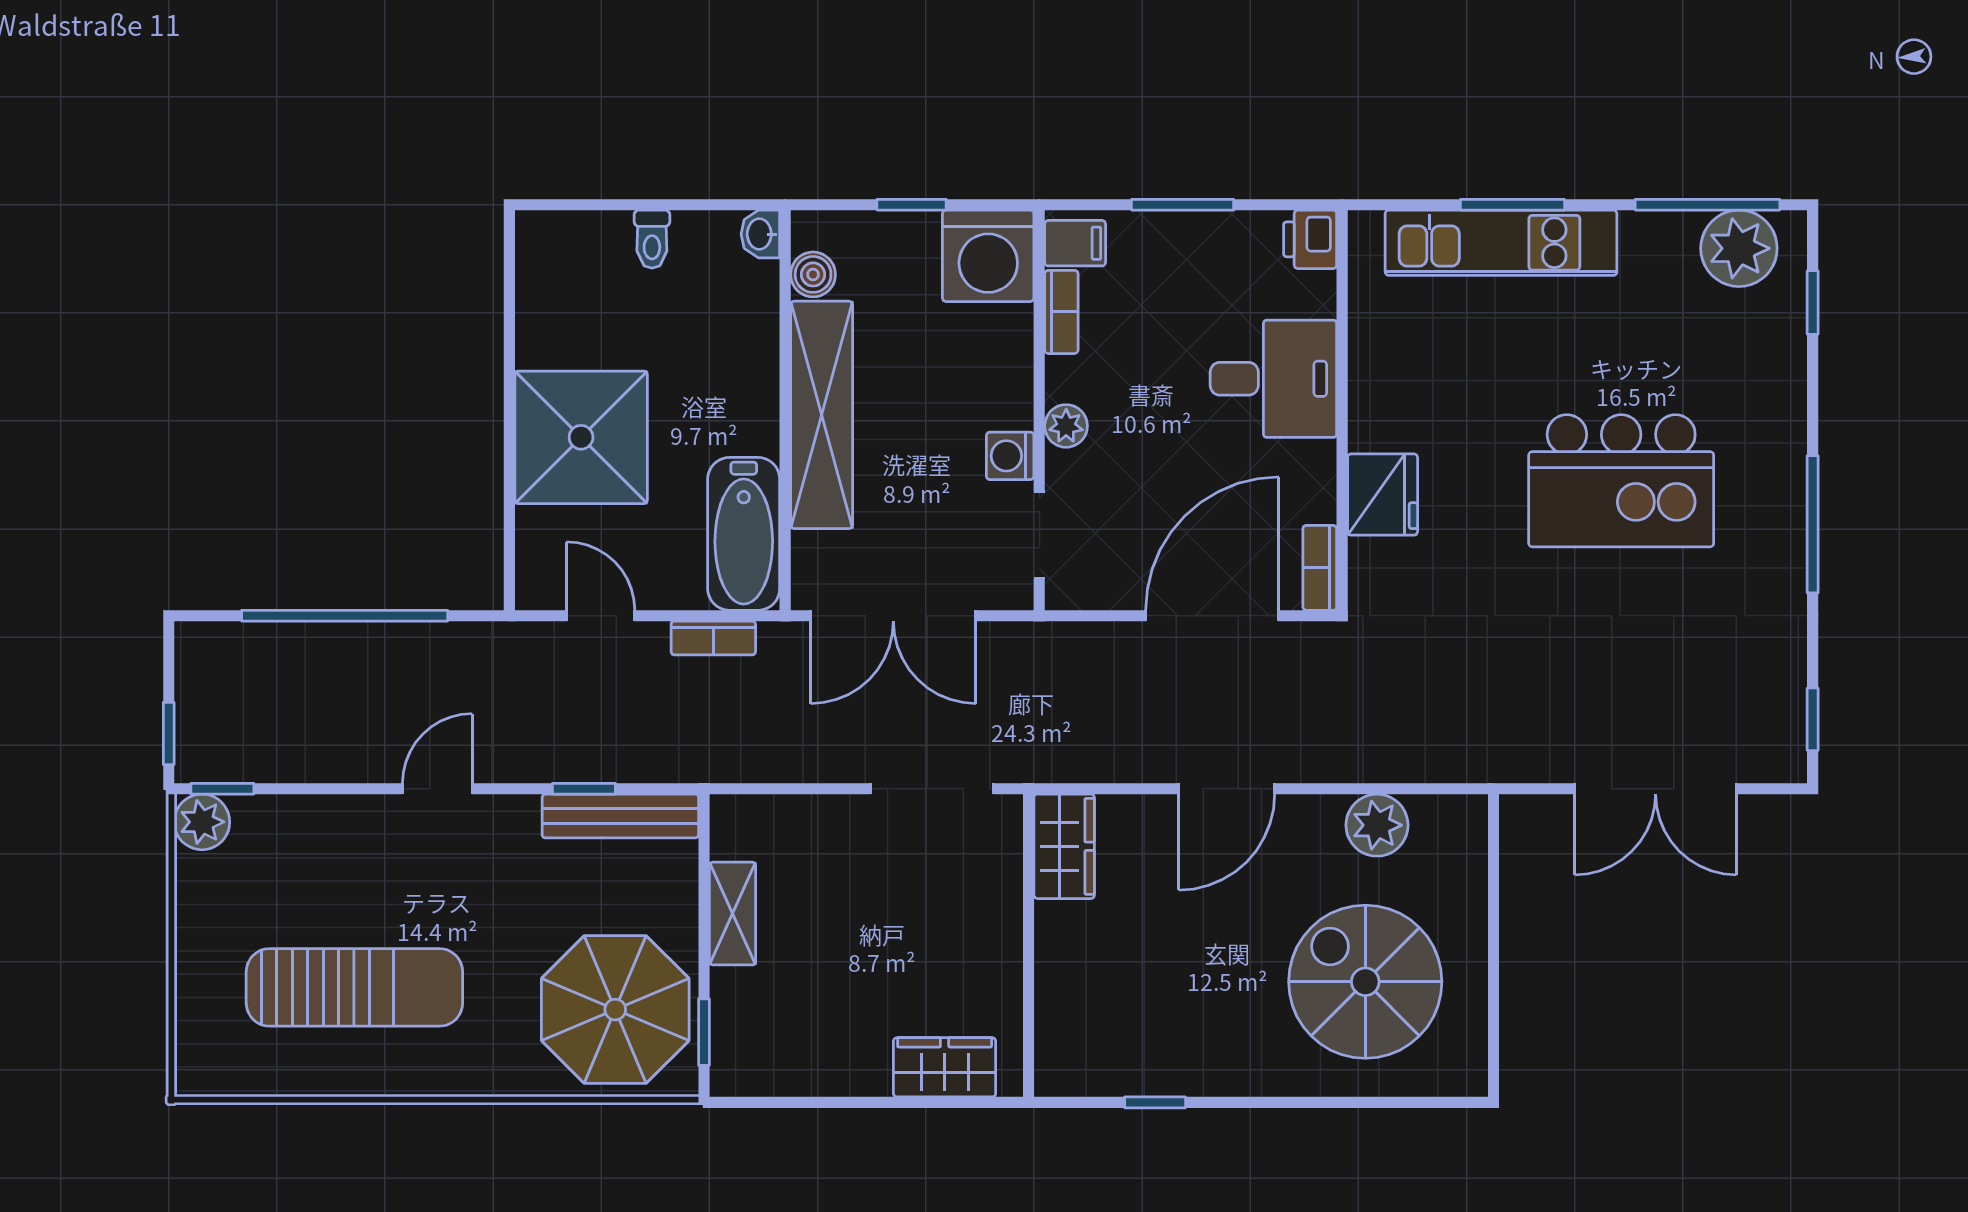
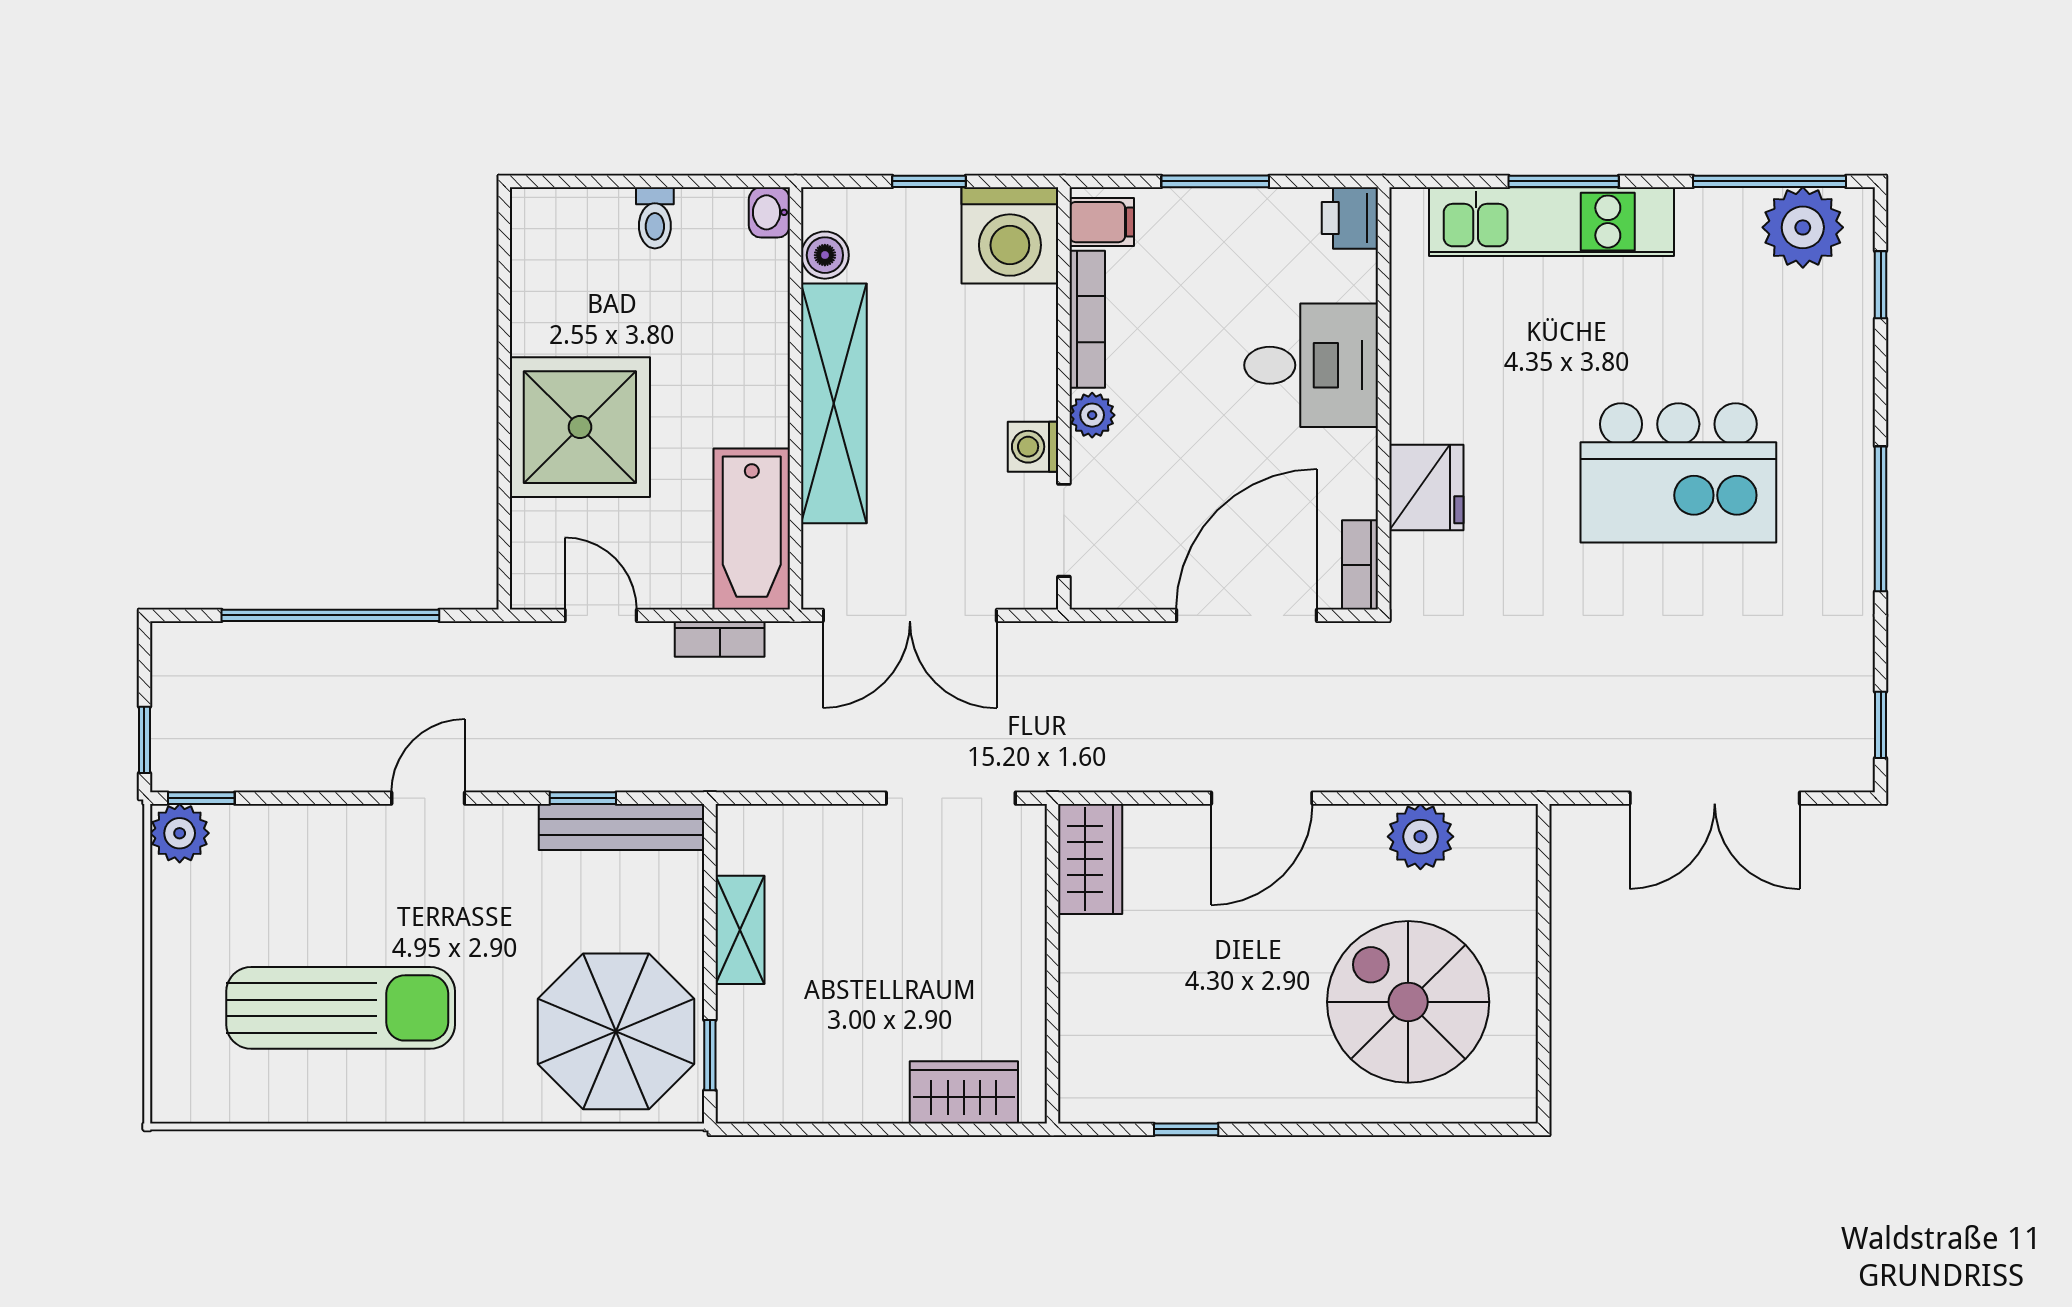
bookcase: (1061, 312) -> (1087, 319), width x1.56

